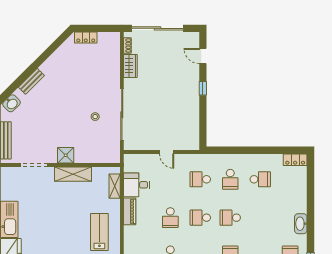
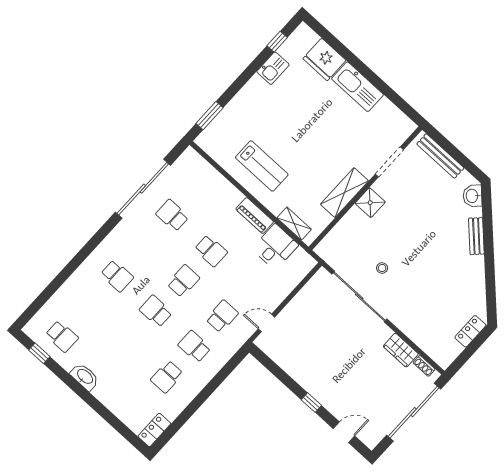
door: (167, 152) -> (266, 323), moved
school desk: (170, 218) -> (211, 251), turned 180
school desk: (230, 218) -> (156, 311), turned -90

